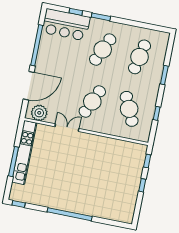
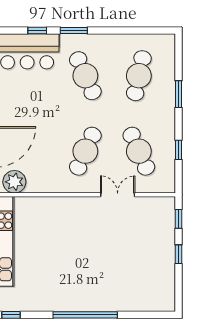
cafe table: (103, 50) -> (85, 76), turned -48
double door: (67, 128) -> (118, 195), moved

